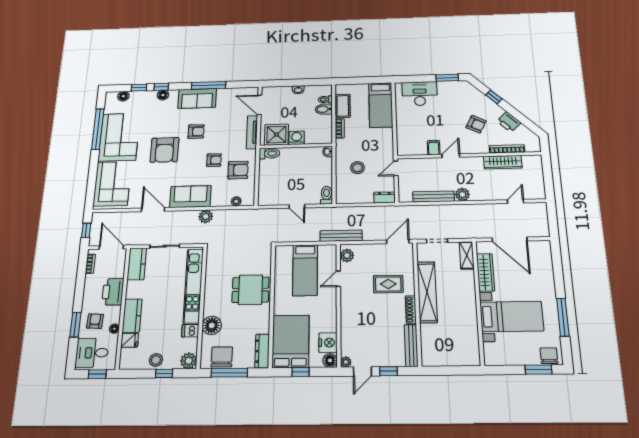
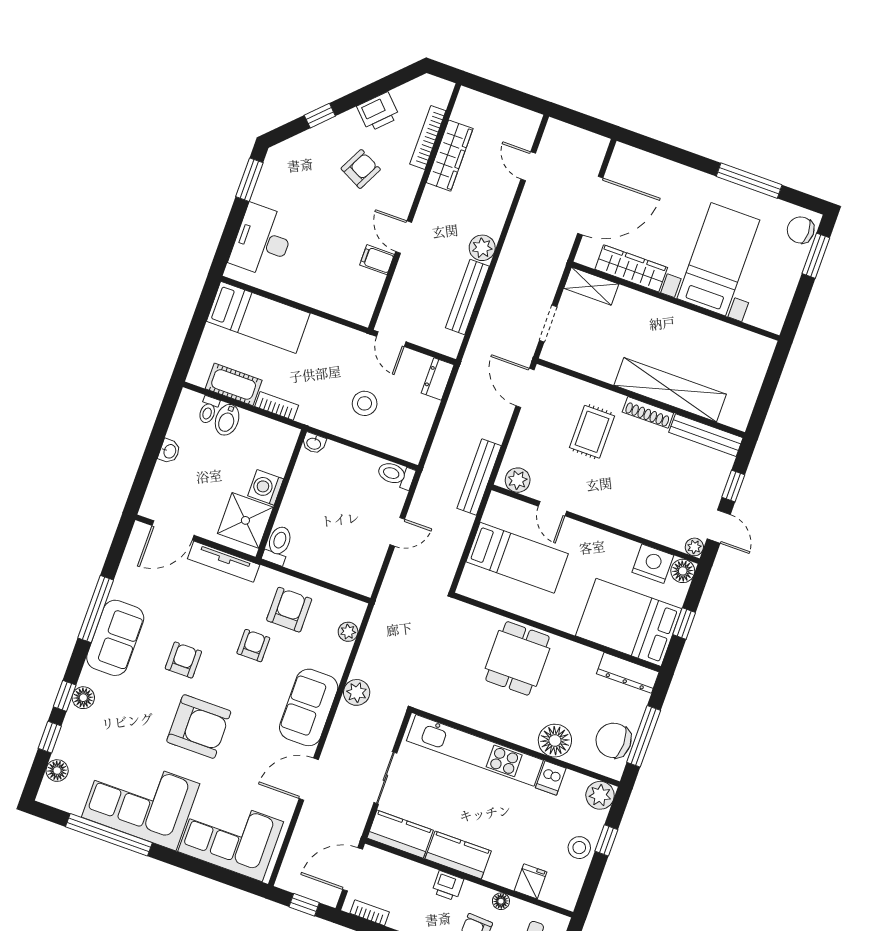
printer: (113, 292) -> (448, 886), width x0.53, depth x0.68
shelving: (427, 292) -> (670, 390), moved
kitchen counter: (132, 316) -> (458, 855), moved

